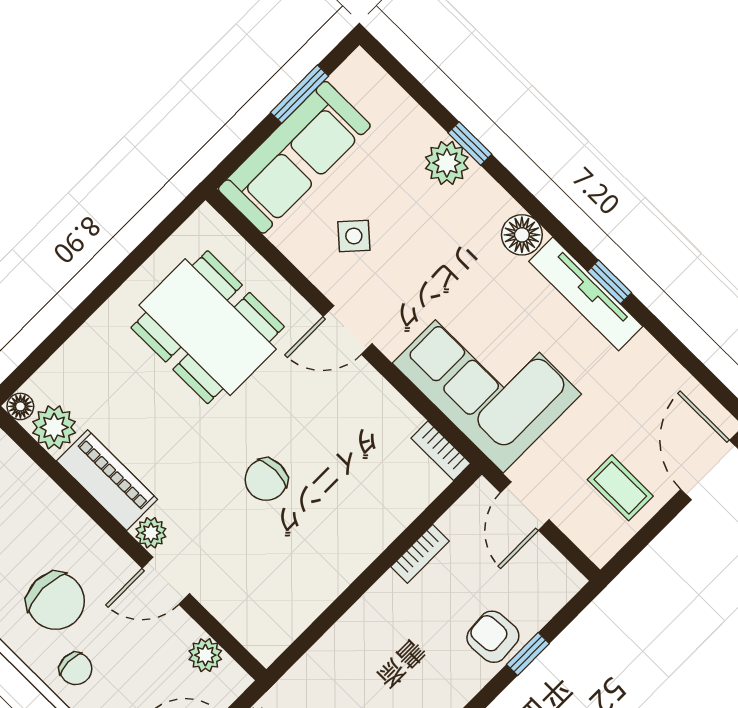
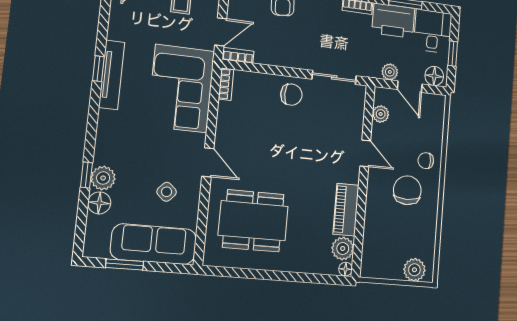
floor lamp: (522, 235) -> (99, 203), moved
dining table: (208, 327) -> (253, 221), turned 90
chair: (266, 480) -> (291, 95), moved
plant: (151, 533) -> (352, 175), removed
bookcase: (420, 554) -> (238, 55), moved
sliding door: (319, 627) -> (334, 77), added
chair: (76, 669) -> (426, 161), turned -90

